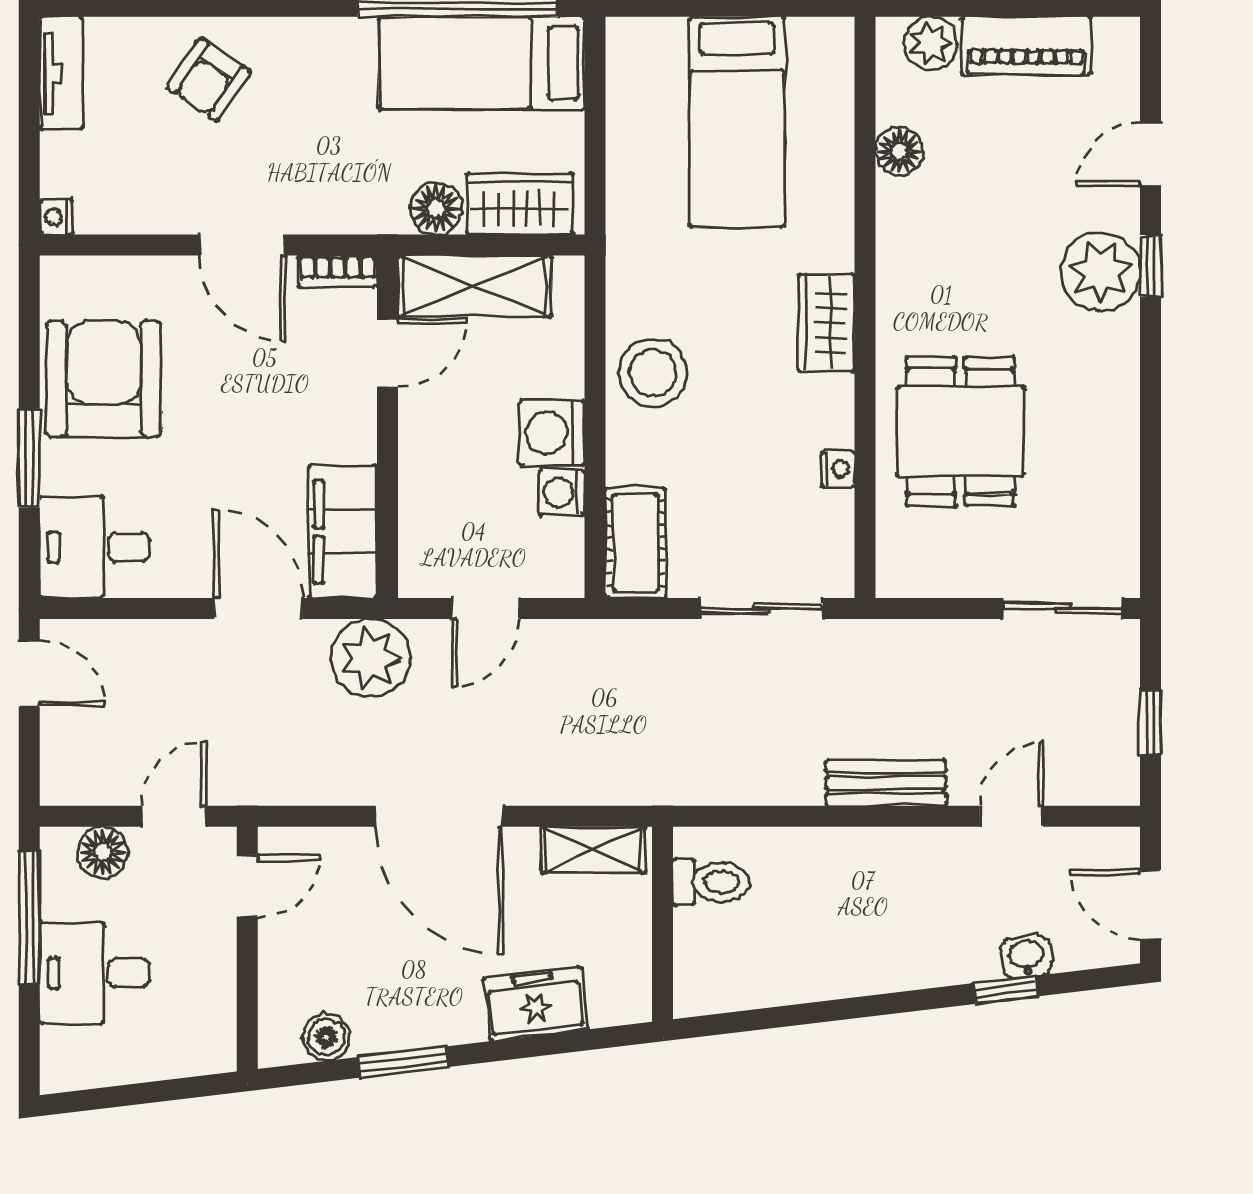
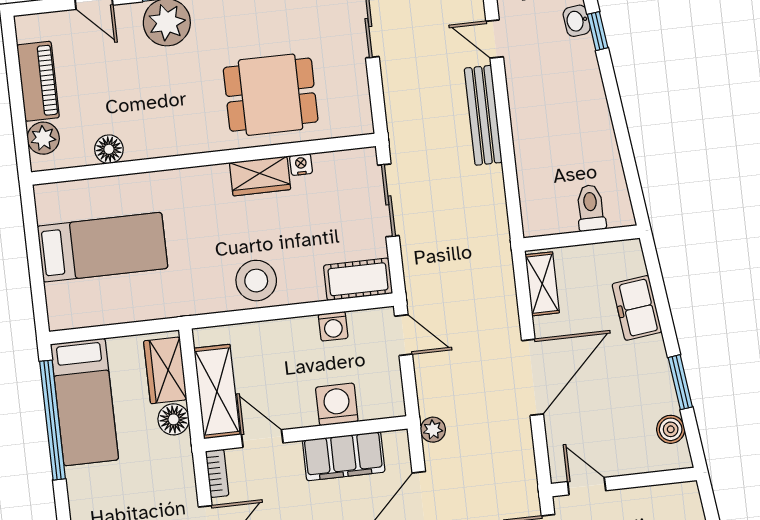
wardrobe: (826, 323) -> (260, 176), moved
washing machine: (552, 433) -> (337, 404), moved, turned 180
filing cabinet: (343, 532) -> (344, 456), moved
door: (486, 608) -> (404, 335), moved
plant: (370, 658) -> (433, 430), width x0.53, depth x0.53
bench: (886, 783) -> (483, 115), width x1.36
toilet: (711, 882) -> (591, 208), moved

